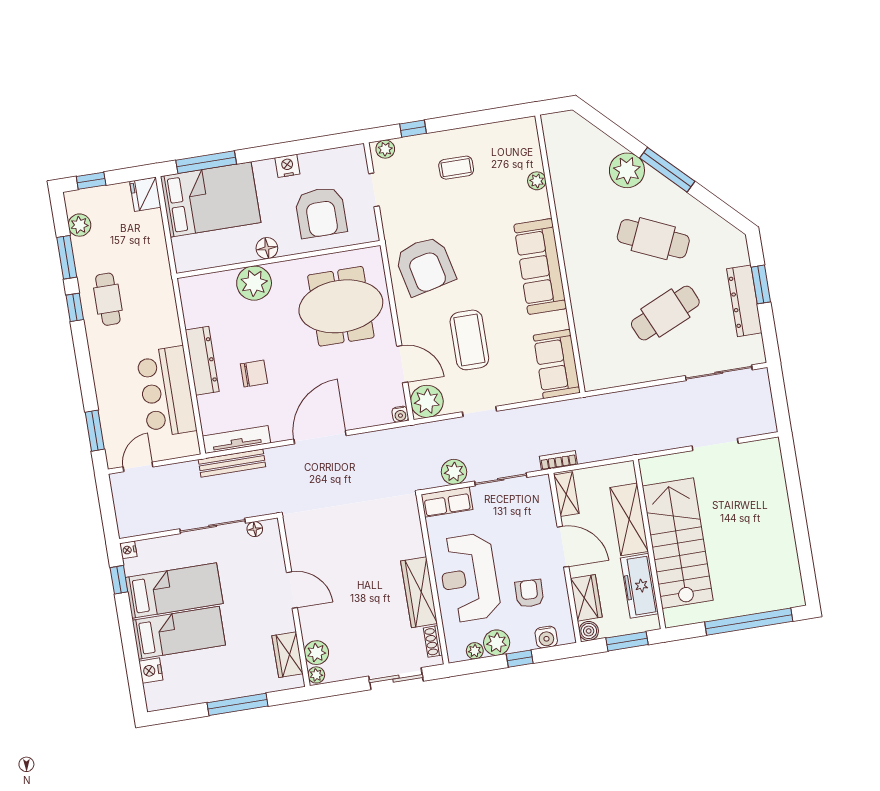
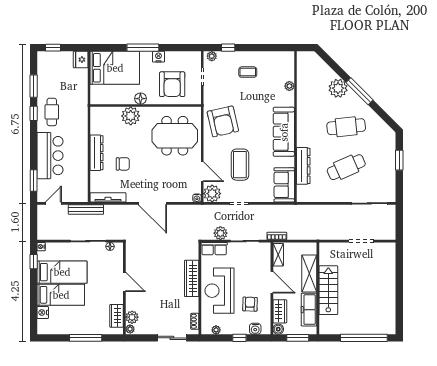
window: (206, 162) -> (143, 48), moved
plant: (80, 225) -> (43, 70), removed
cafe table: (653, 239) -> (346, 127), turned -30
dresser: (744, 301) -> (303, 166), moved, turned 180
bar counter: (166, 392) -> (50, 156), moved, turned 180
door: (320, 437) -> (152, 203), swing flipped
bench: (232, 463) -> (86, 209), moved
stairs: (678, 543) -> (328, 290), width x0.73, depth x0.66
wardrobe: (419, 592) -> (192, 278), moved
plant: (497, 643) -> (228, 327), removed

